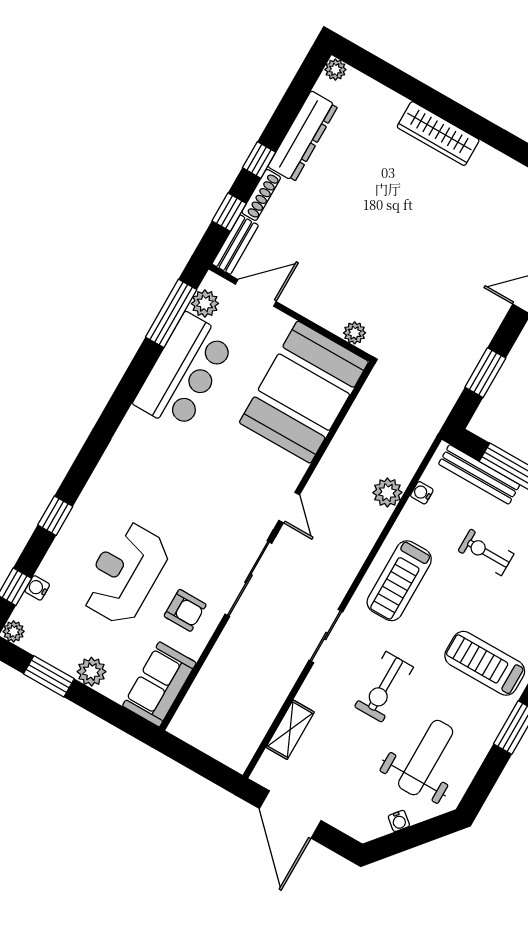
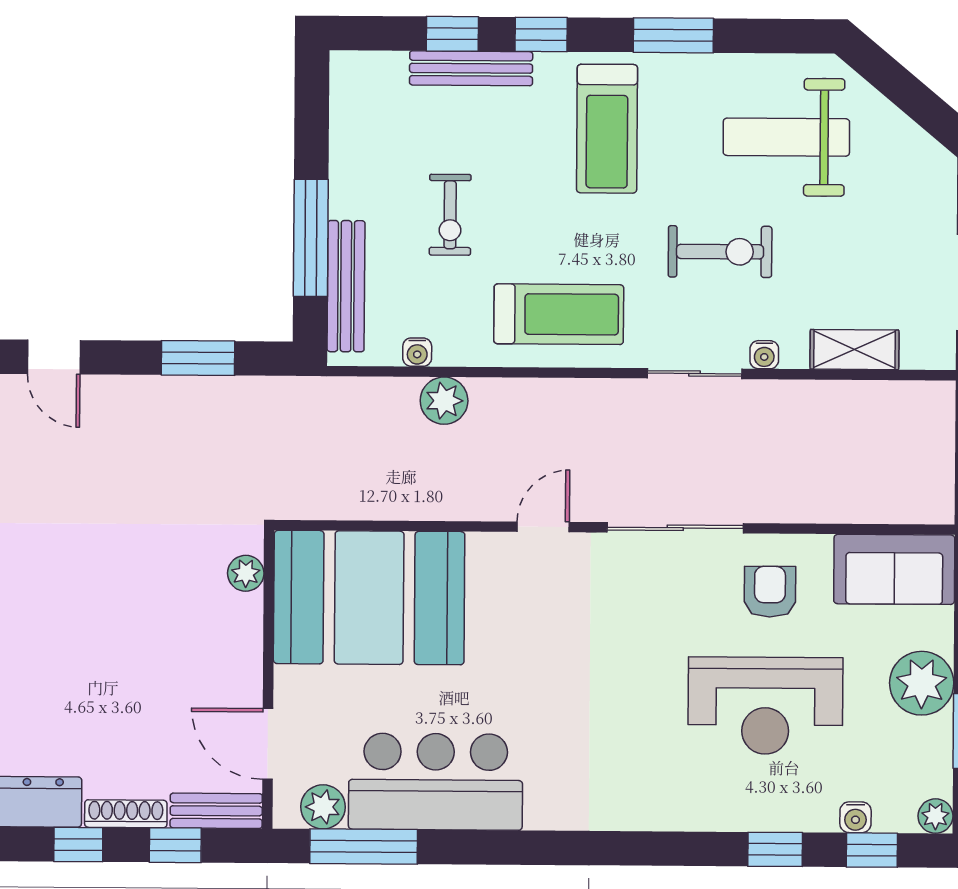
window: (55, 516) -> (775, 849), moved
plant: (91, 672) -> (922, 683), width x1.36, depth x1.36
water cooler: (399, 821) -> (764, 355), moved, turned 140

